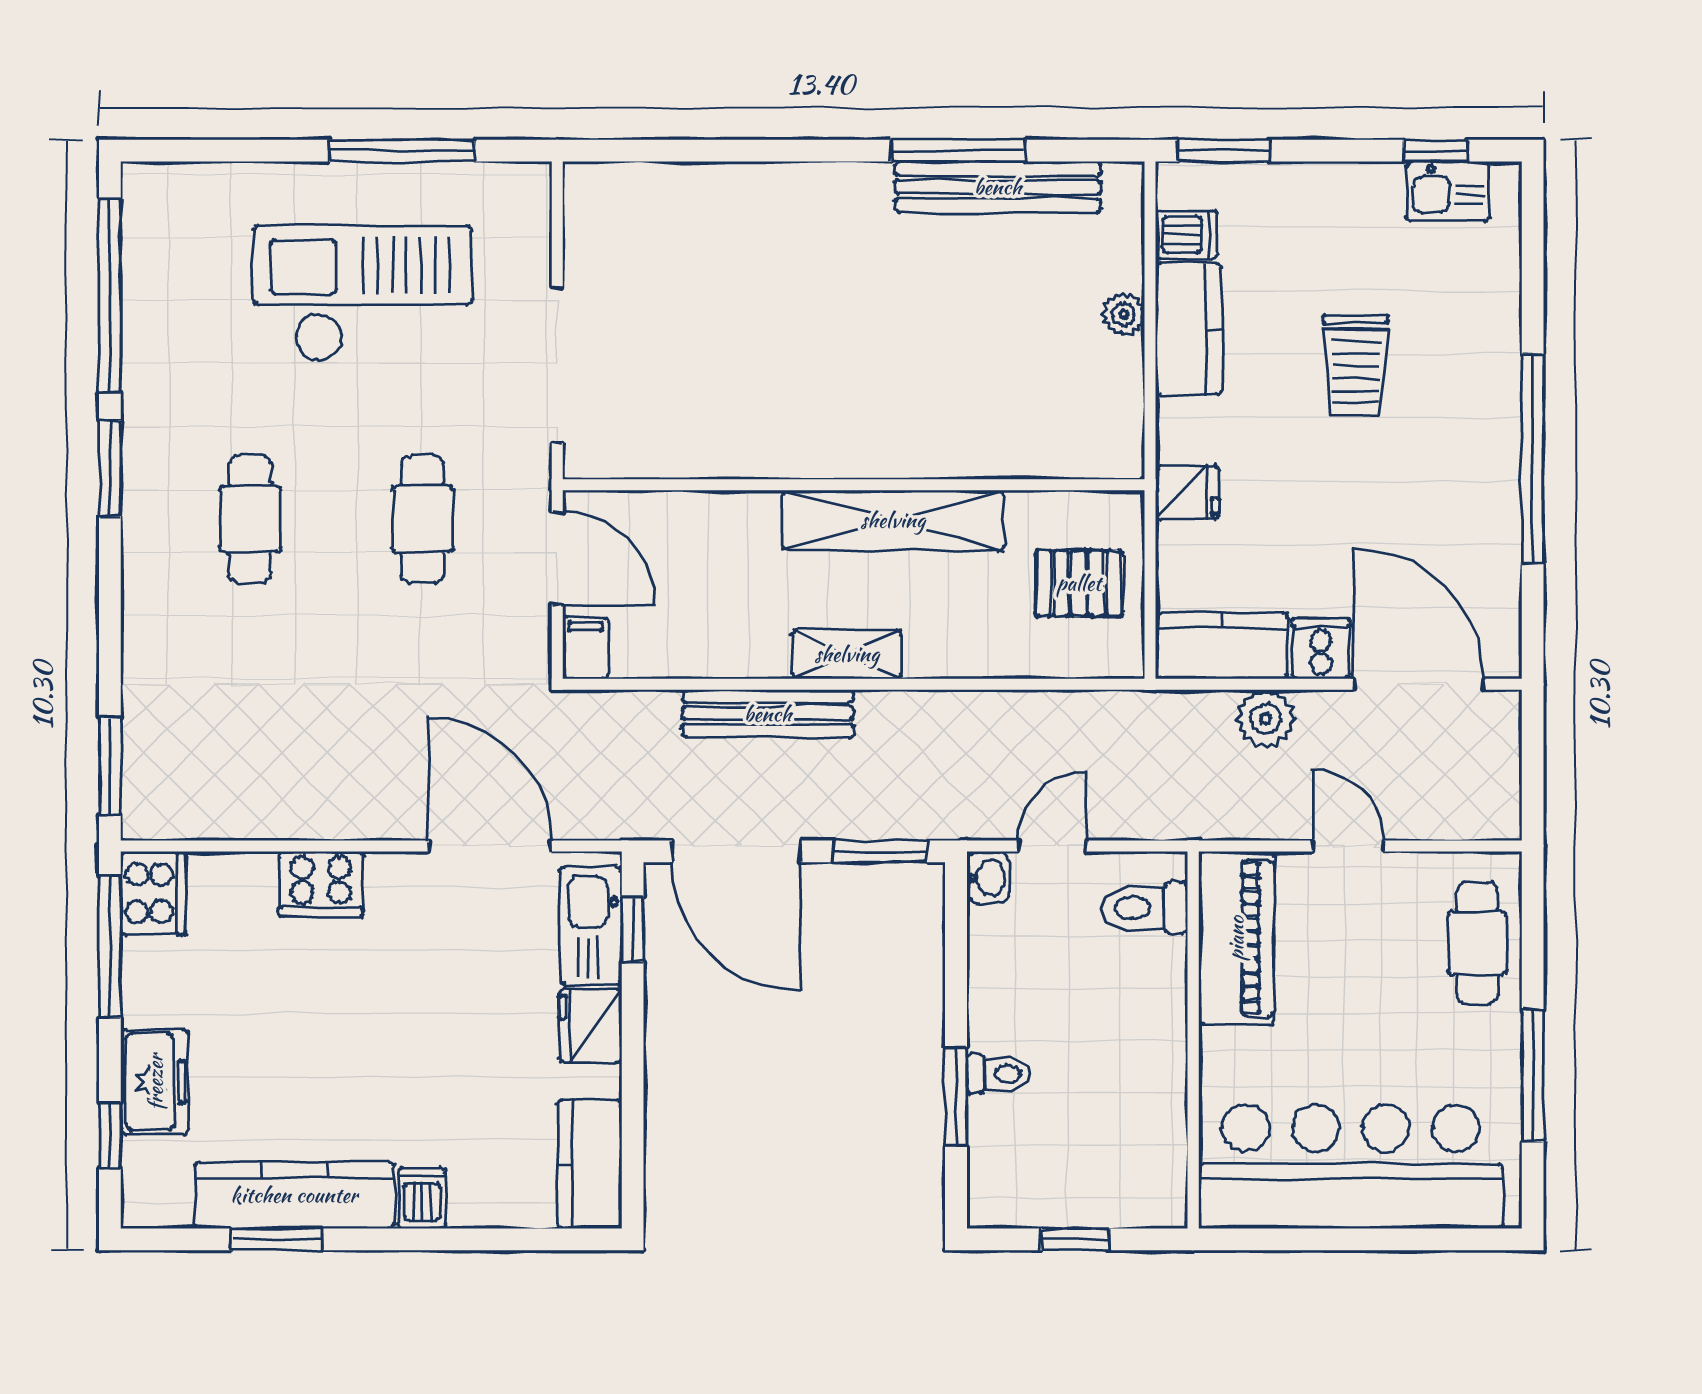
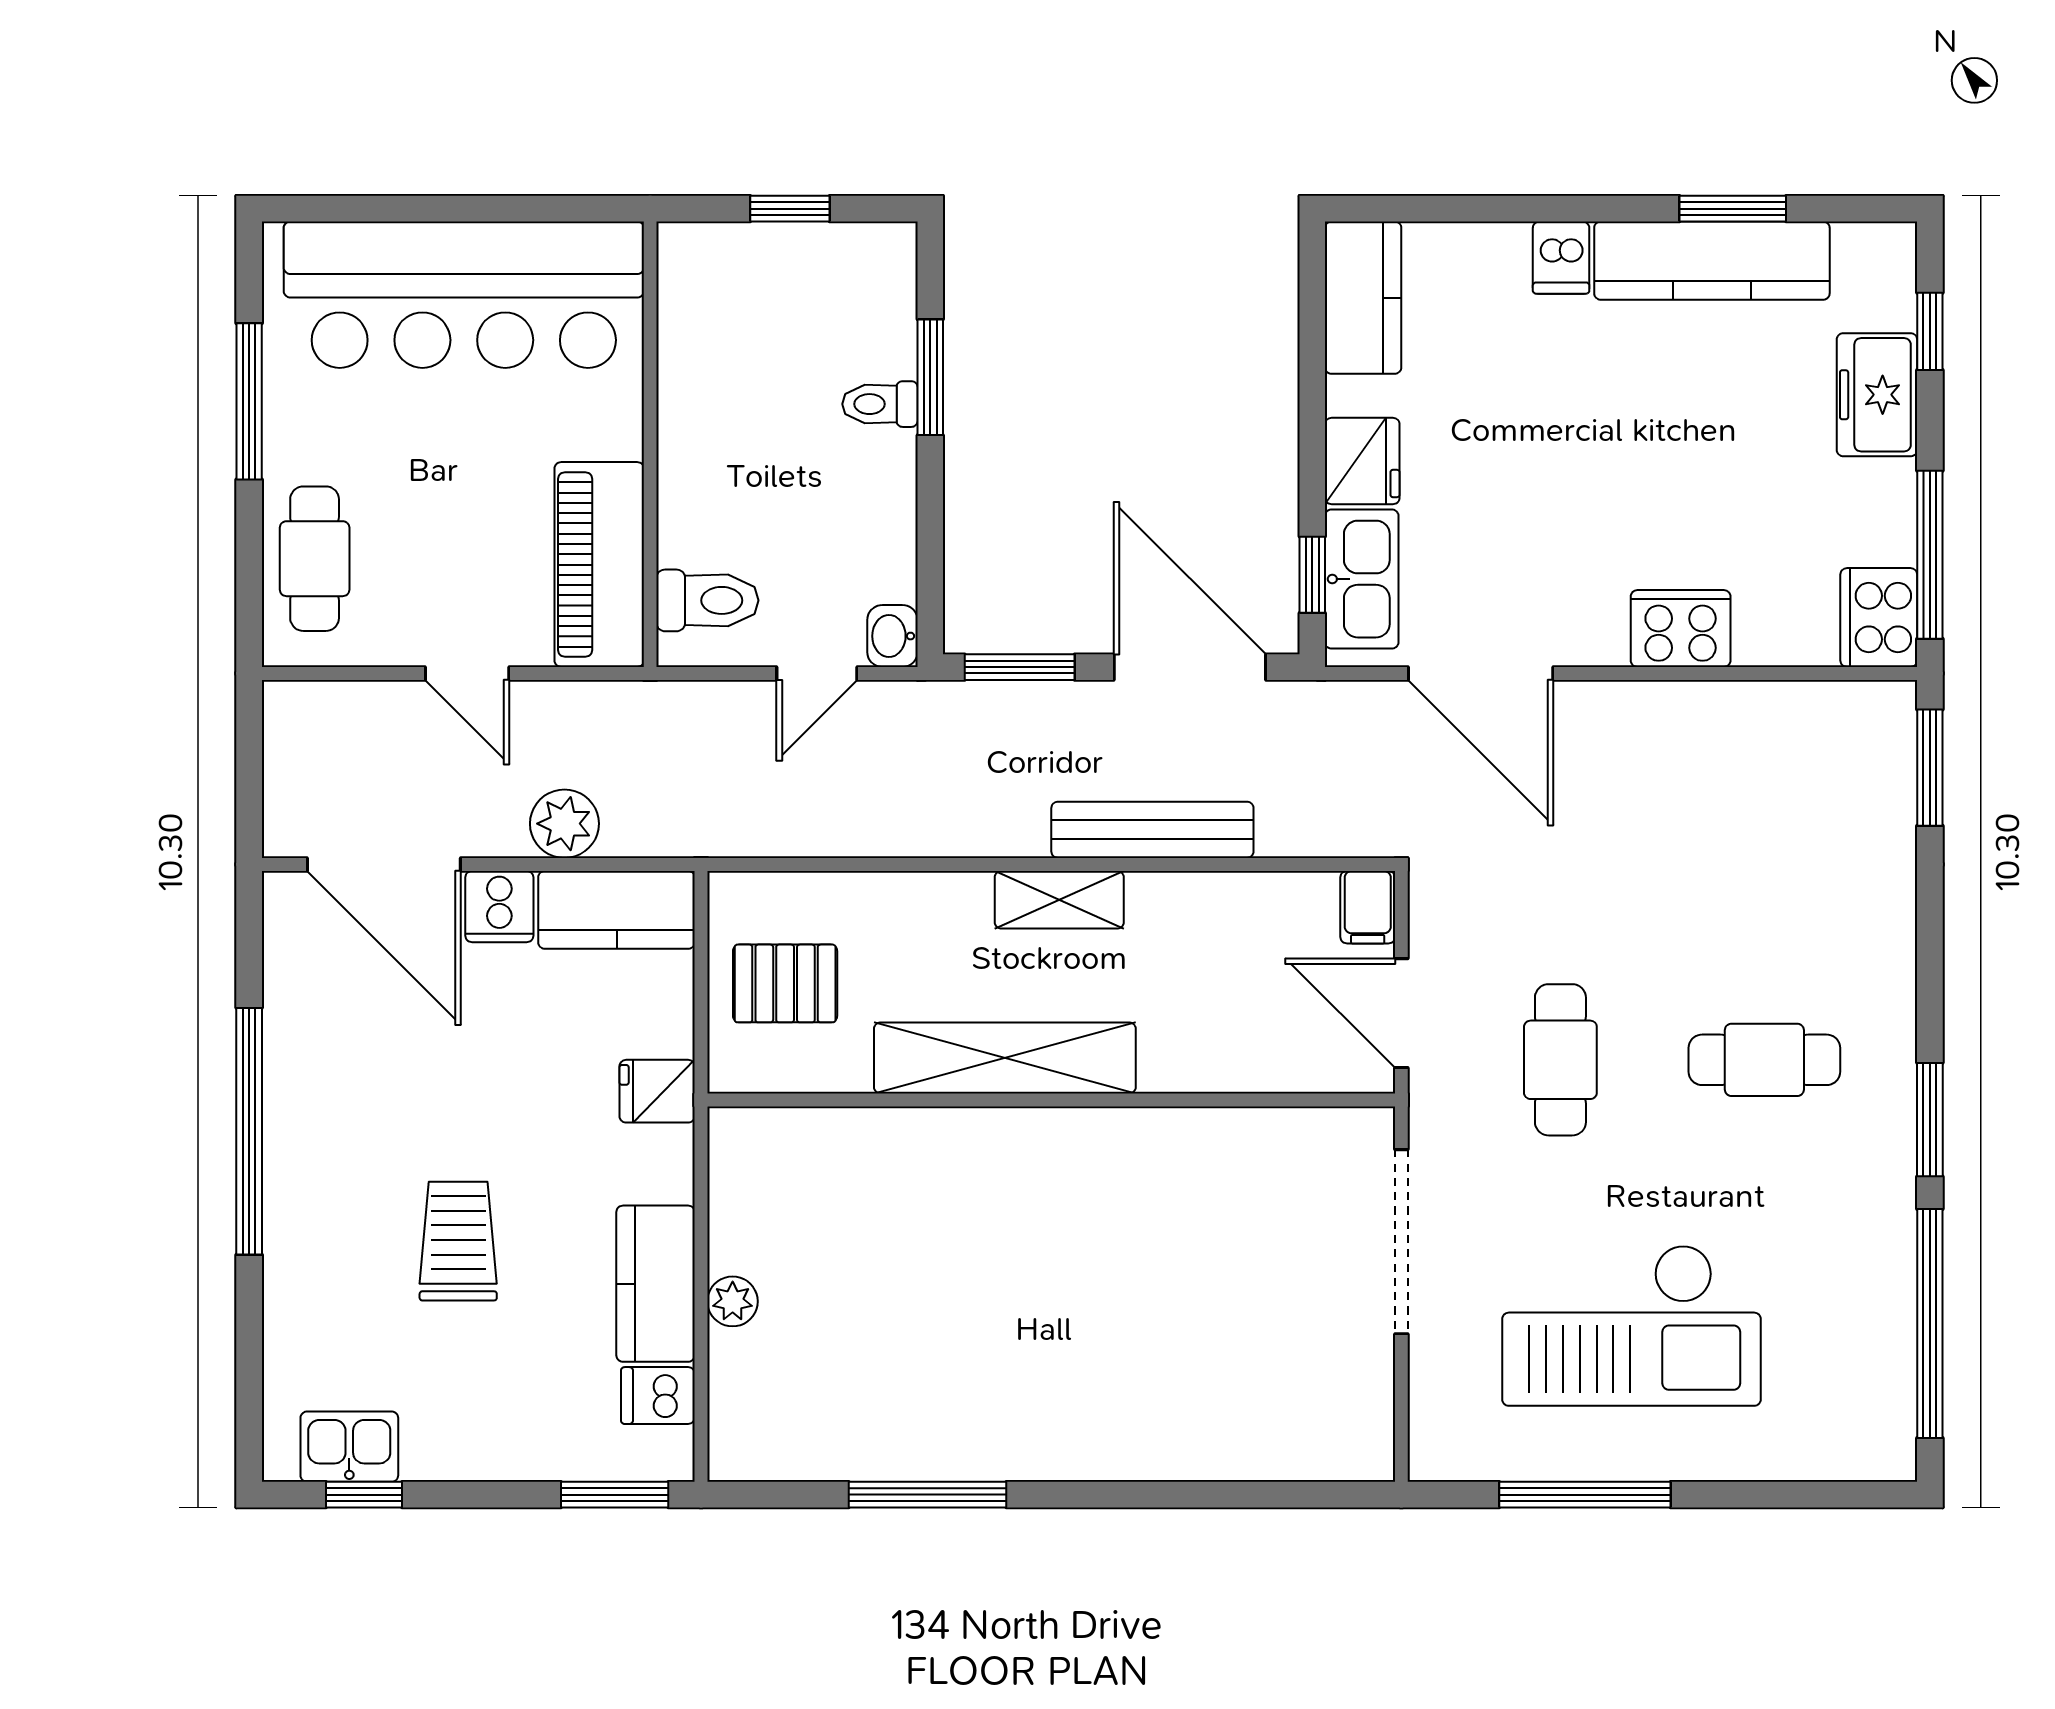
bench: (998, 187) -> (881, 1452), removed
cafe table: (250, 519) -> (1764, 1060), turned 90

